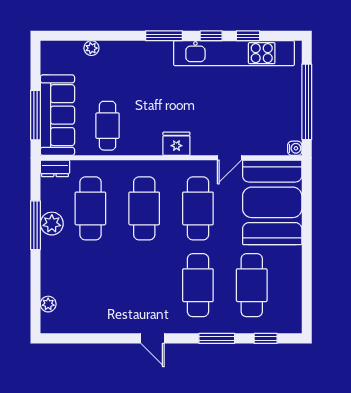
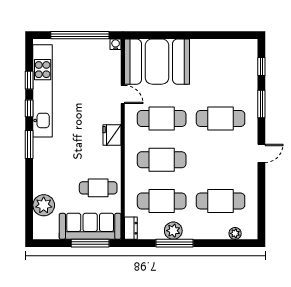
plant: (91, 48) -> (44, 205), width x1.87, depth x1.87
cafe table: (252, 285) -> (221, 201), moved

